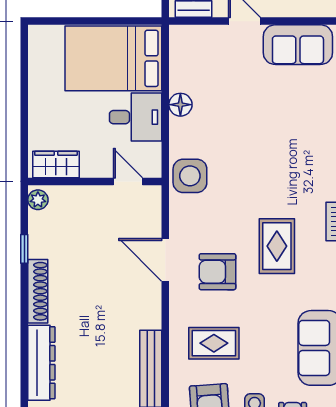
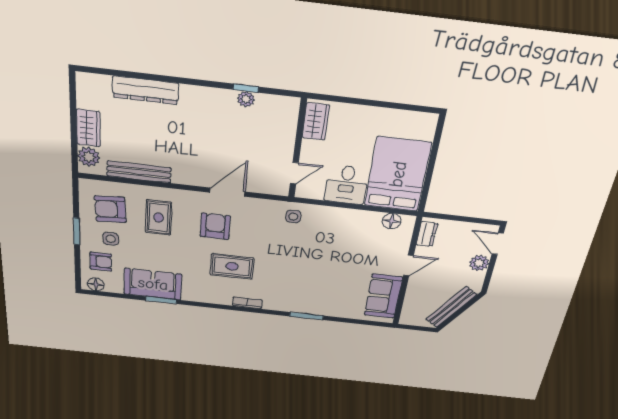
floor lamp: (180, 105) -> (392, 221), moved
side table: (190, 176) -> (293, 217), width x0.54, depth x0.54
plant: (38, 200) -> (246, 99), moved
shoe rack: (38, 291) -> (208, 95), removed

